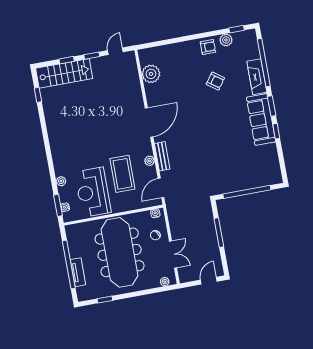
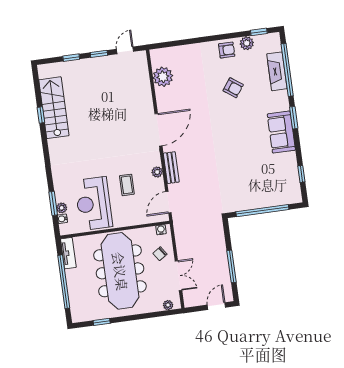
stairs: (64, 73) -> (54, 108), moved, turned -90
fireplace: (257, 77) -> (277, 71), moved
window: (38, 95) -> (41, 115), moved
sofa: (261, 120) -> (281, 132), width x0.73
window: (276, 131) -> (301, 174), moved
coffee table: (122, 174) -> (127, 185), width x0.54, depth x0.58
plant: (61, 181) -> (62, 208), moved
window: (58, 205) -> (53, 203), moved
window: (219, 233) -> (232, 266), moved
tv unit: (78, 272) -> (68, 253), moved

